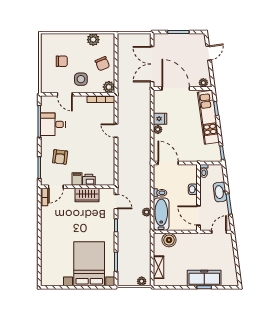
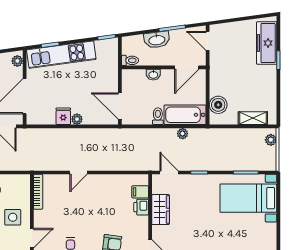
plant: (109, 87) -> (23, 182), removed
door: (168, 163) -> (120, 106), hinge flipped
filing cabinet: (77, 179) -> (140, 192), moved
door: (116, 202) -> (169, 172), hinge flipped
bed with nightstands: (89, 264) -> (248, 198), width x0.73
freezer: (204, 278) -> (267, 43), moved

